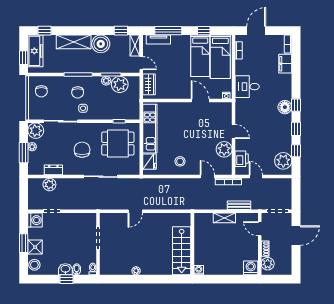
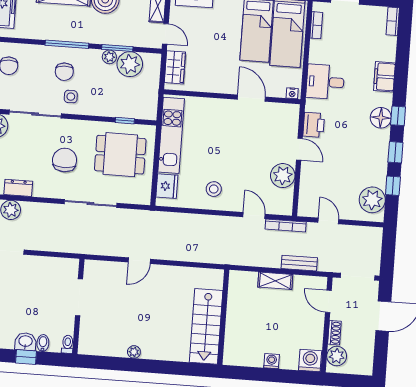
filing cabinet: (285, 64) -> (384, 77), moved
printer: (242, 159) -> (314, 125), moved
washing machine: (199, 270) -> (272, 361), moved

